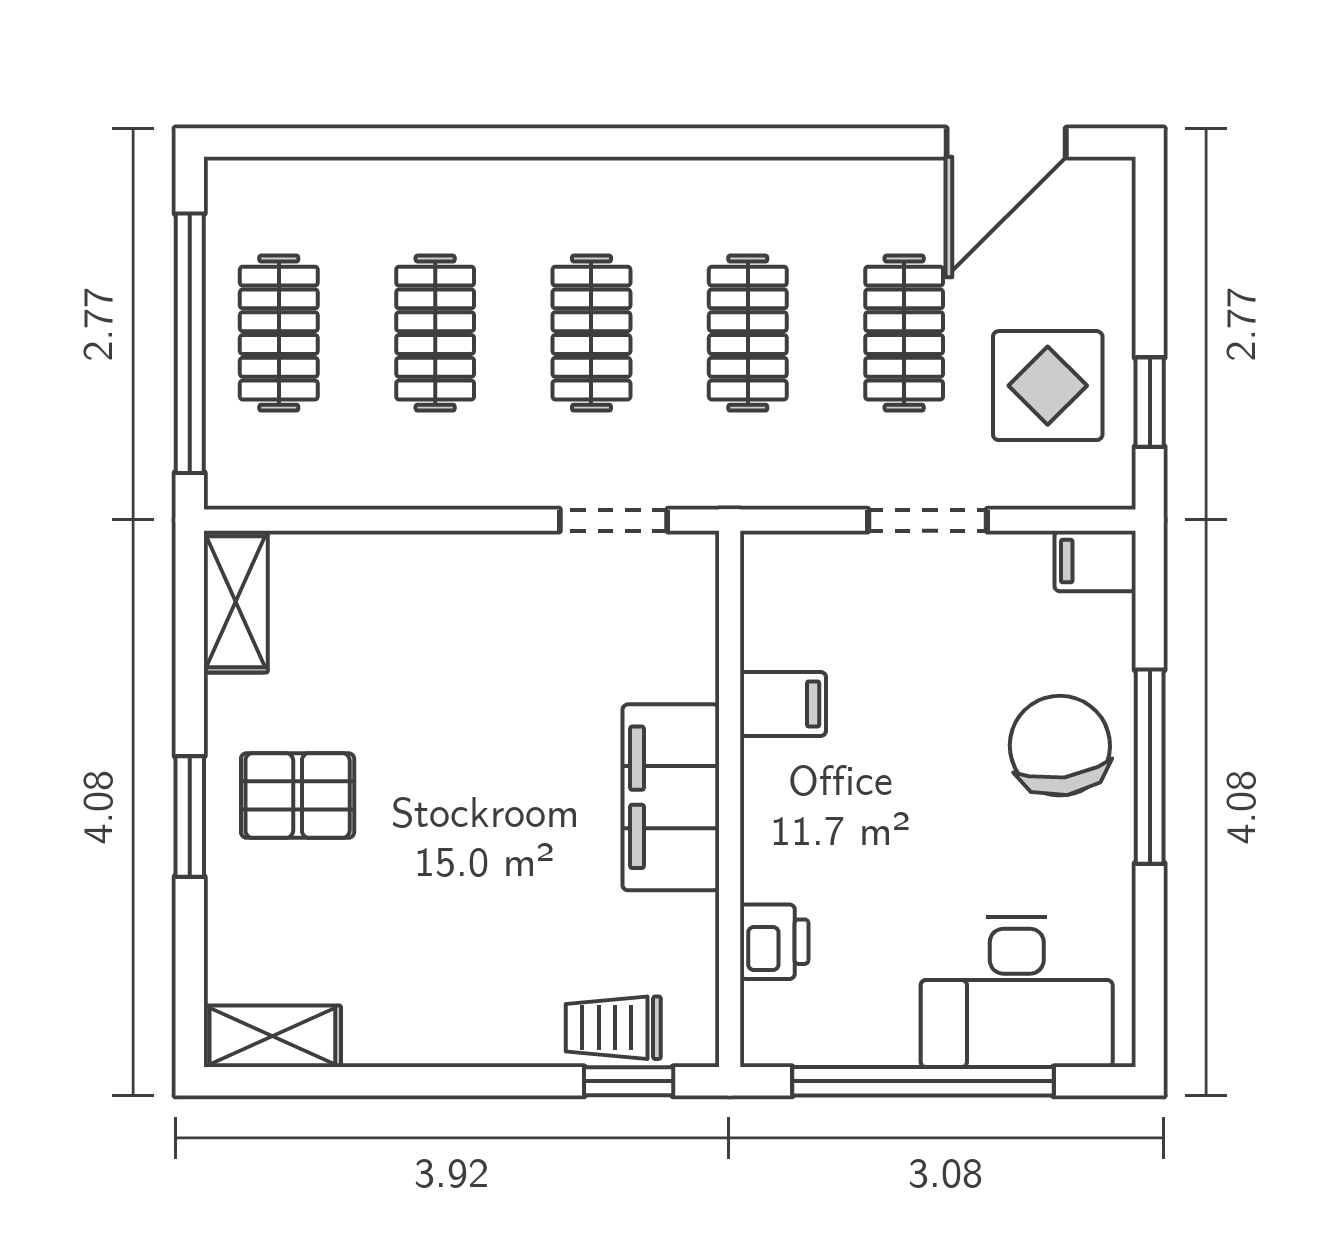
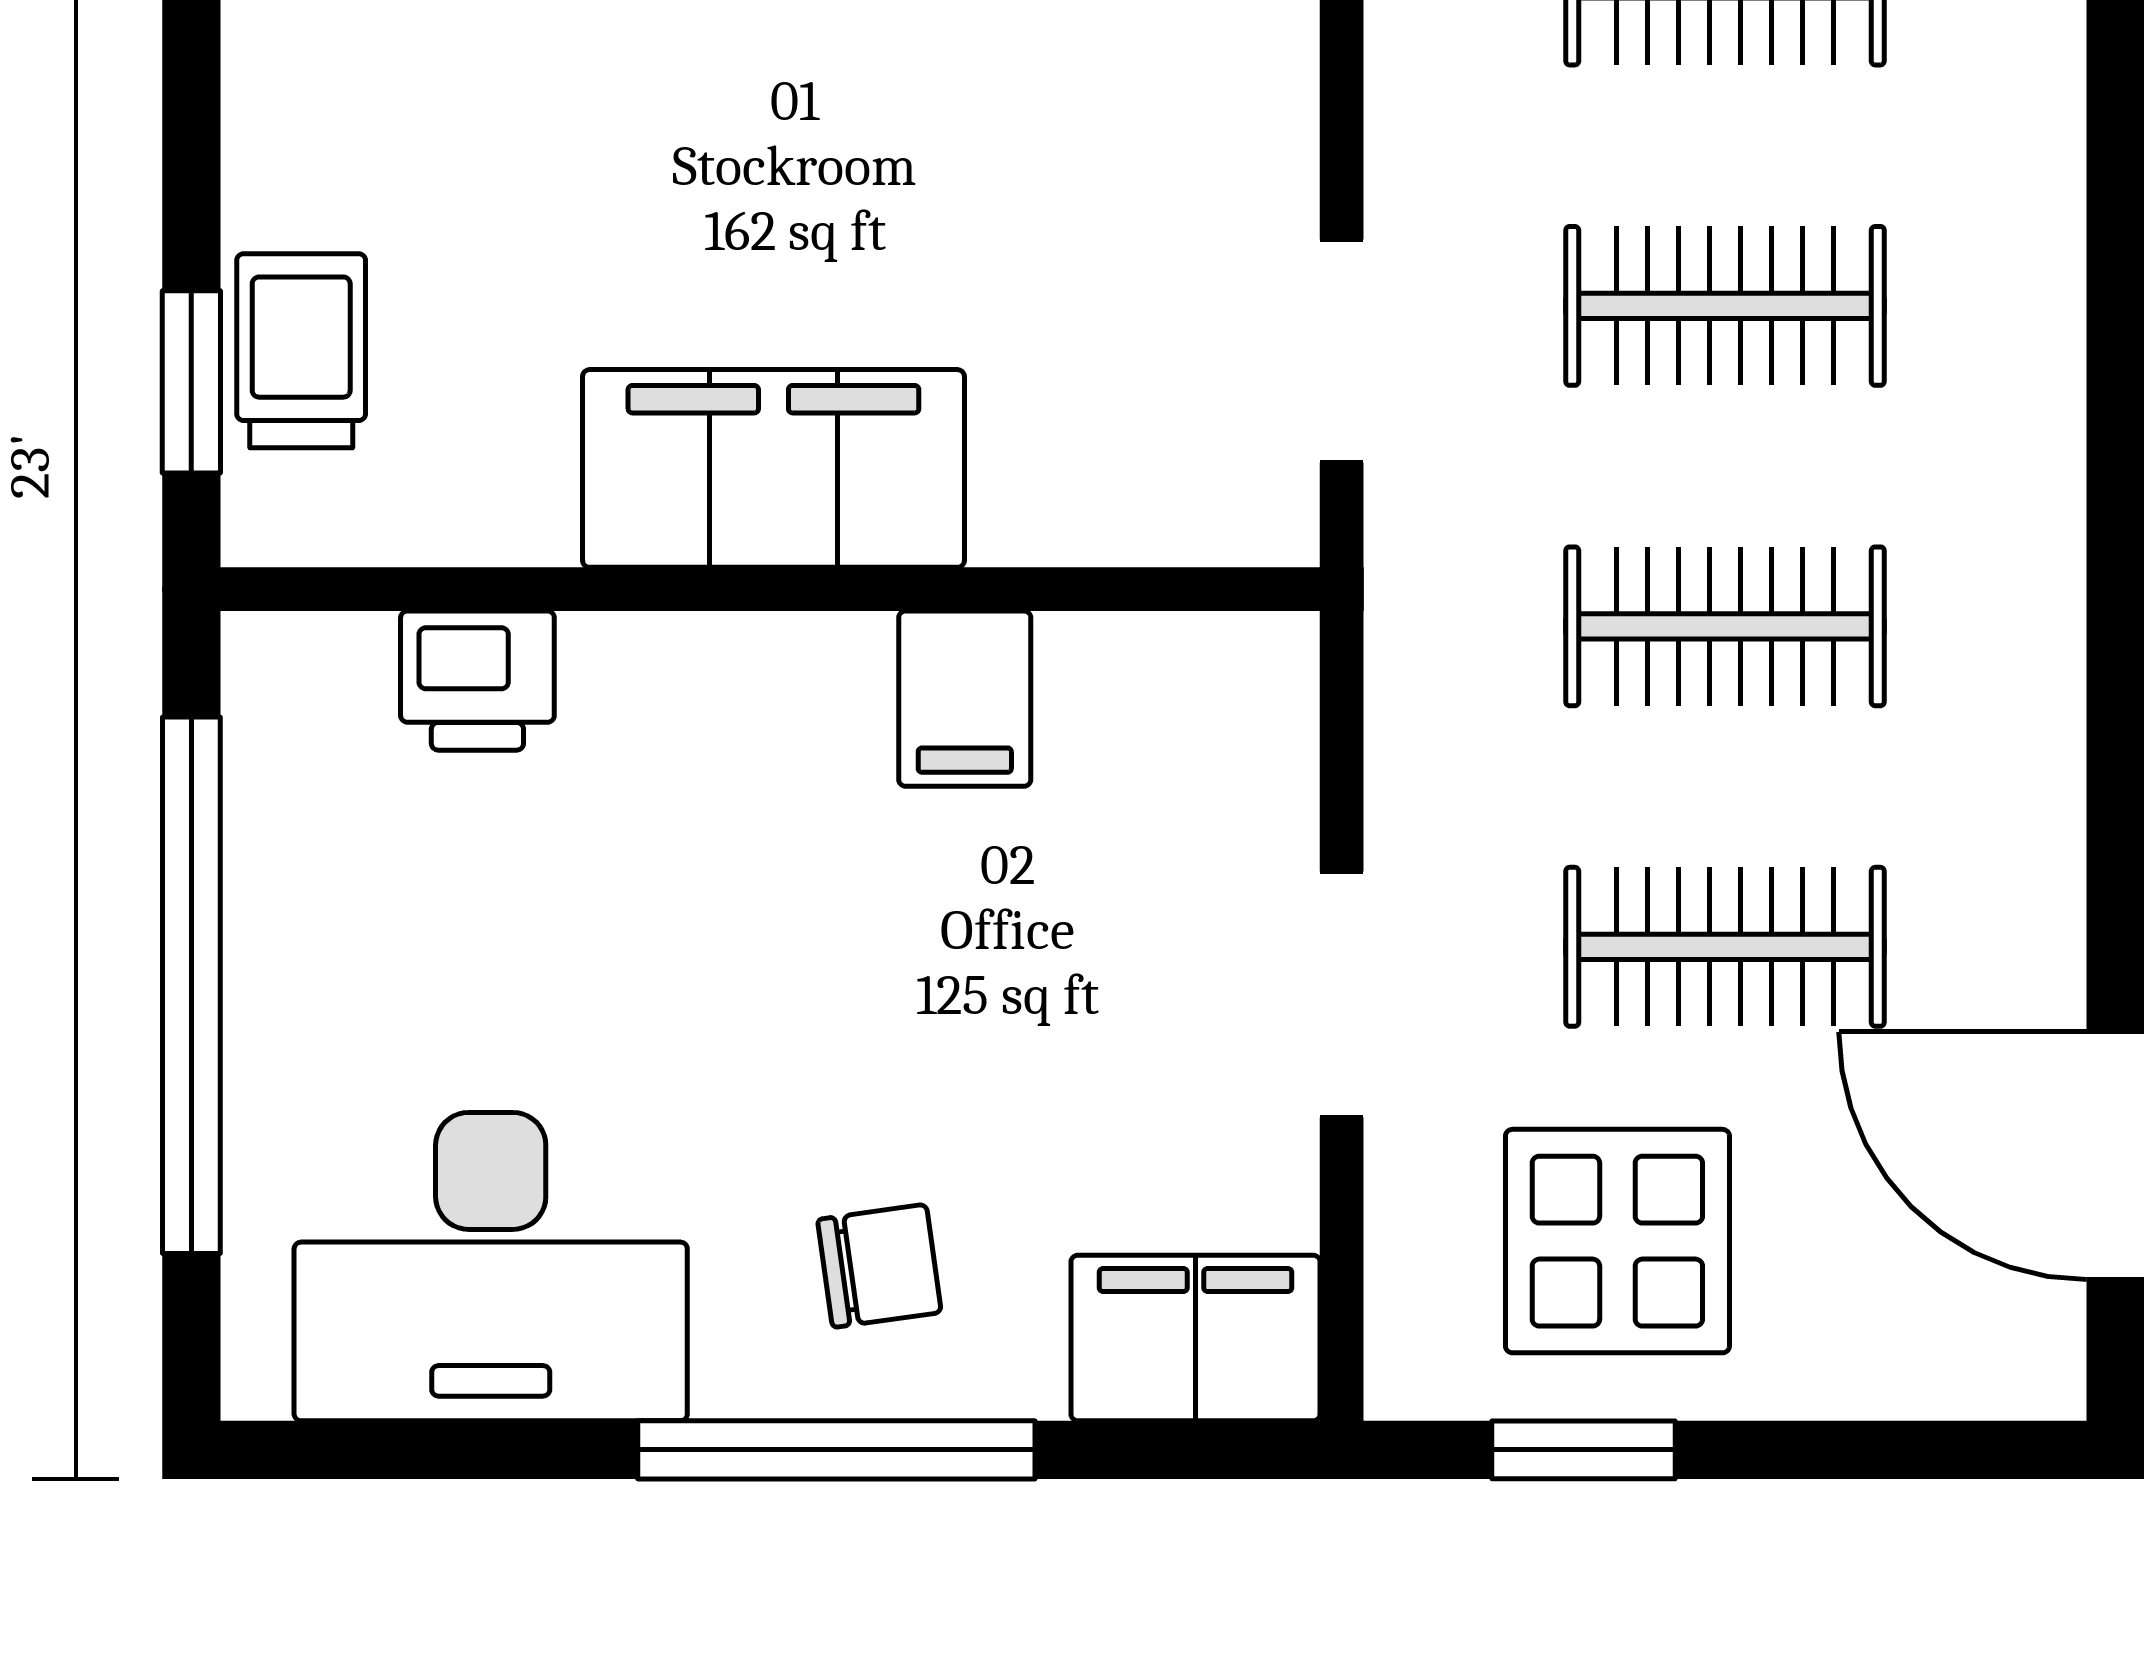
filing cabinet: (1095, 561) -> (1196, 1338), width x2.00
chair: (1060, 746) -> (879, 1266), width x0.54, depth x0.54
desk: (1017, 992) -> (491, 1267), moved, turned -90

